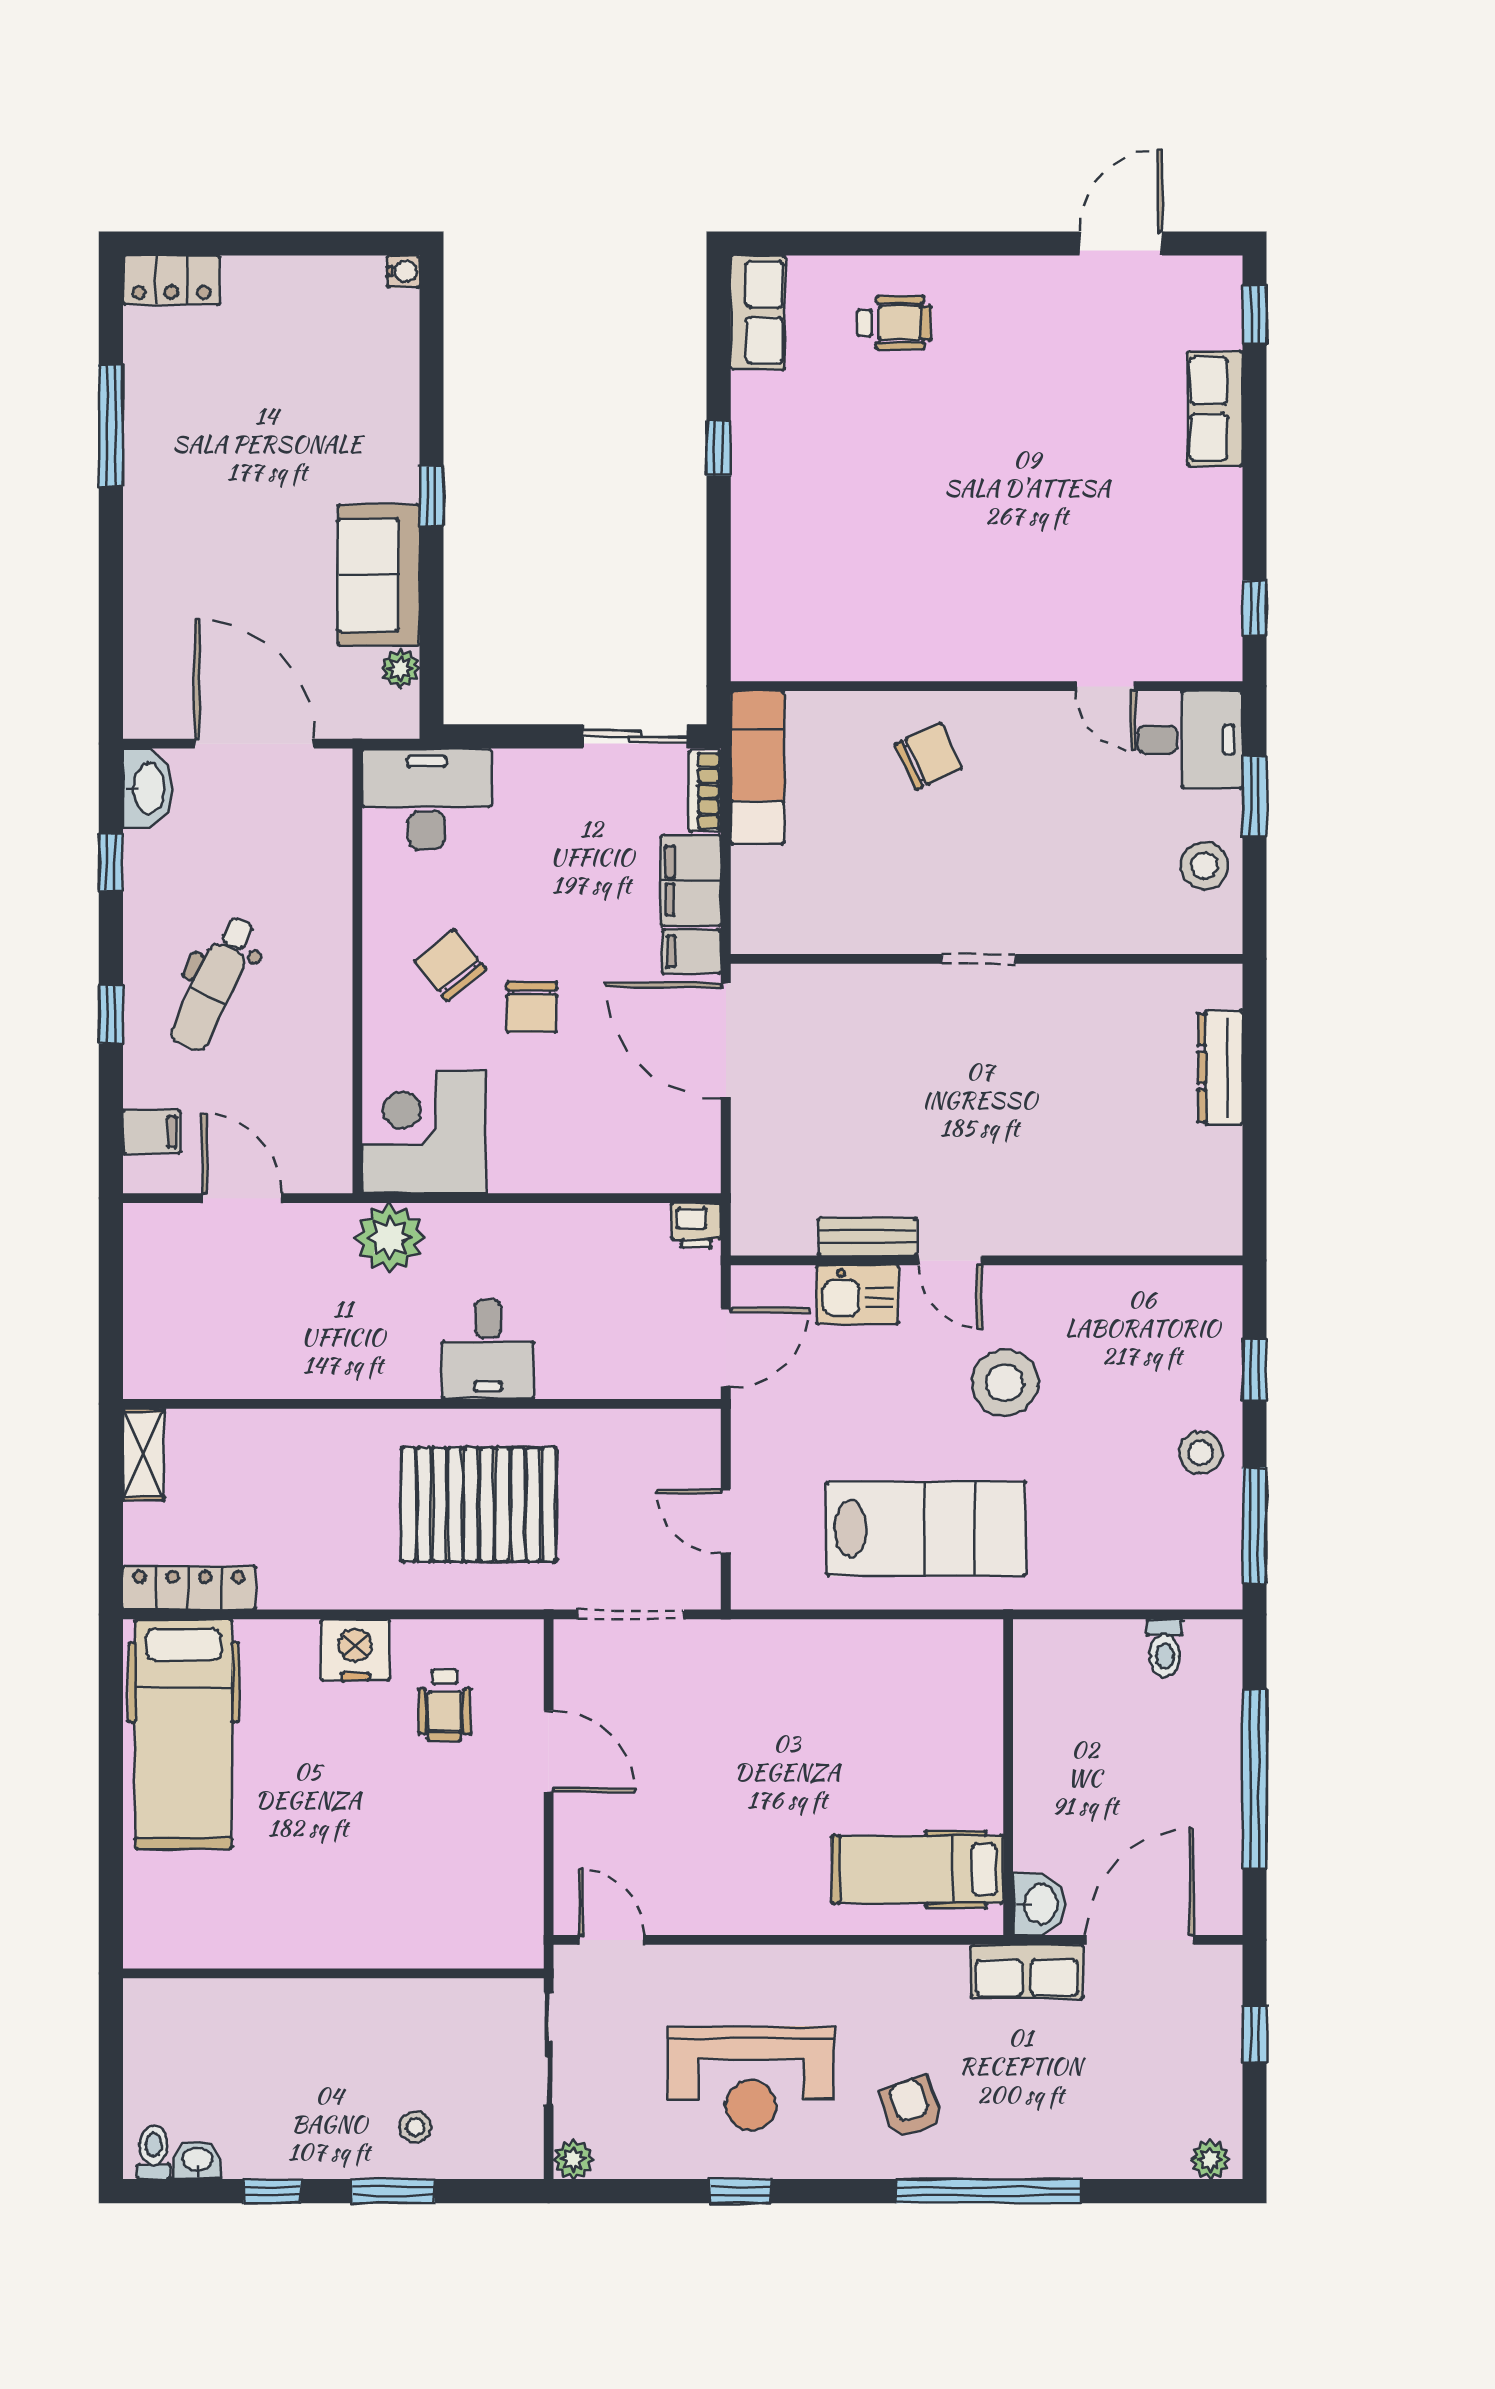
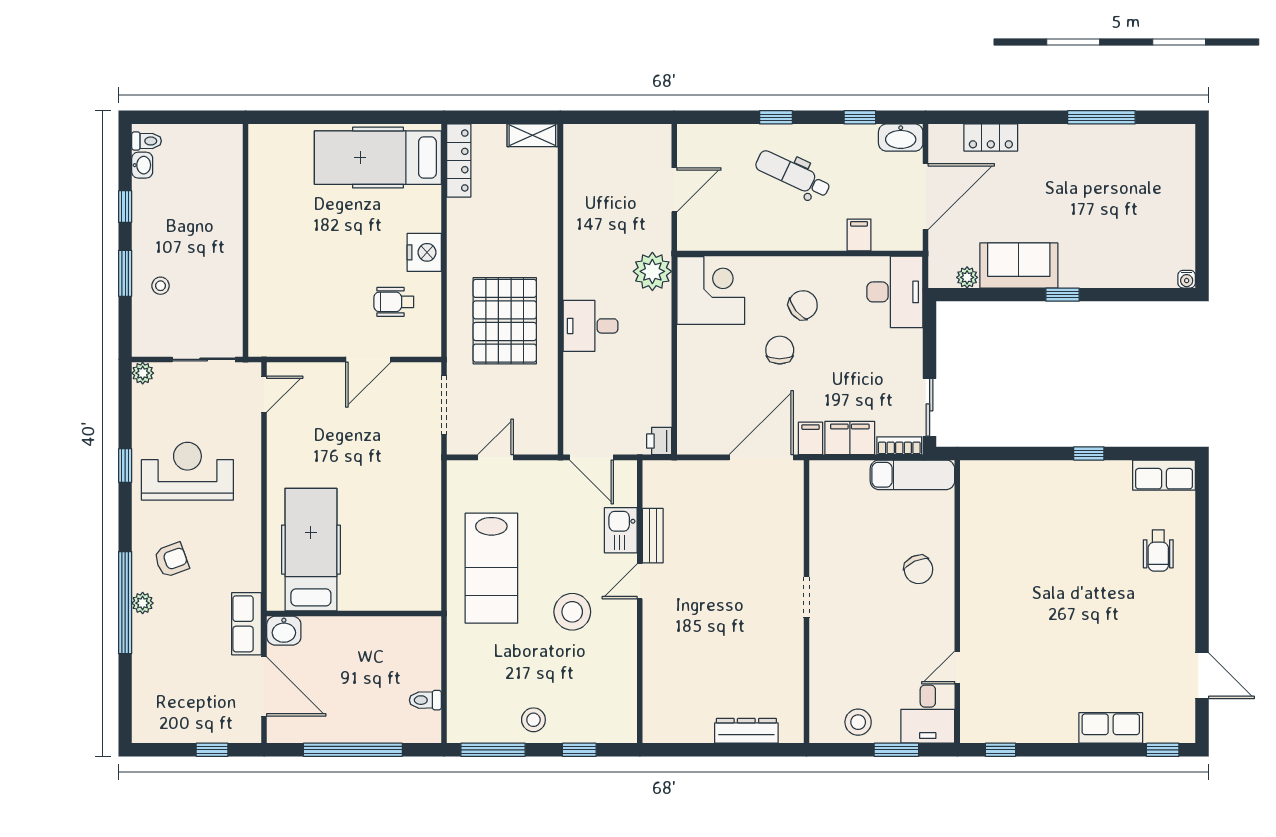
locker: (171, 280) -> (991, 138), moved, turned -90
chair: (532, 1007) -> (780, 350), turned 90
filing cabinet: (152, 1132) -> (859, 235), moved, turned 180
hospital bed: (917, 1869) -> (311, 550), width x1.37, depth x1.29
reception desk: (751, 2078) -> (187, 471), turned 90
plant: (1210, 2160) -> (143, 603), moved

